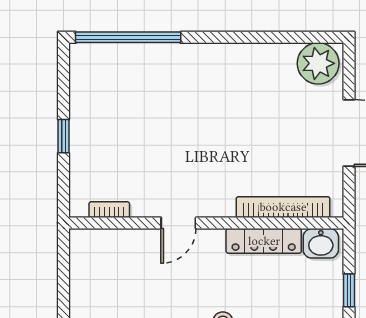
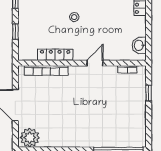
window: (63, 136) -> (149, 93), moved
washbasin: (321, 243) -> (139, 45), moved, turned -90

